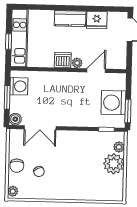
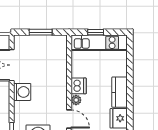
washing machine: (19, 86) -> (22, 92), moved, turned -90
boiler: (15, 119) -> (19, 41), removed

